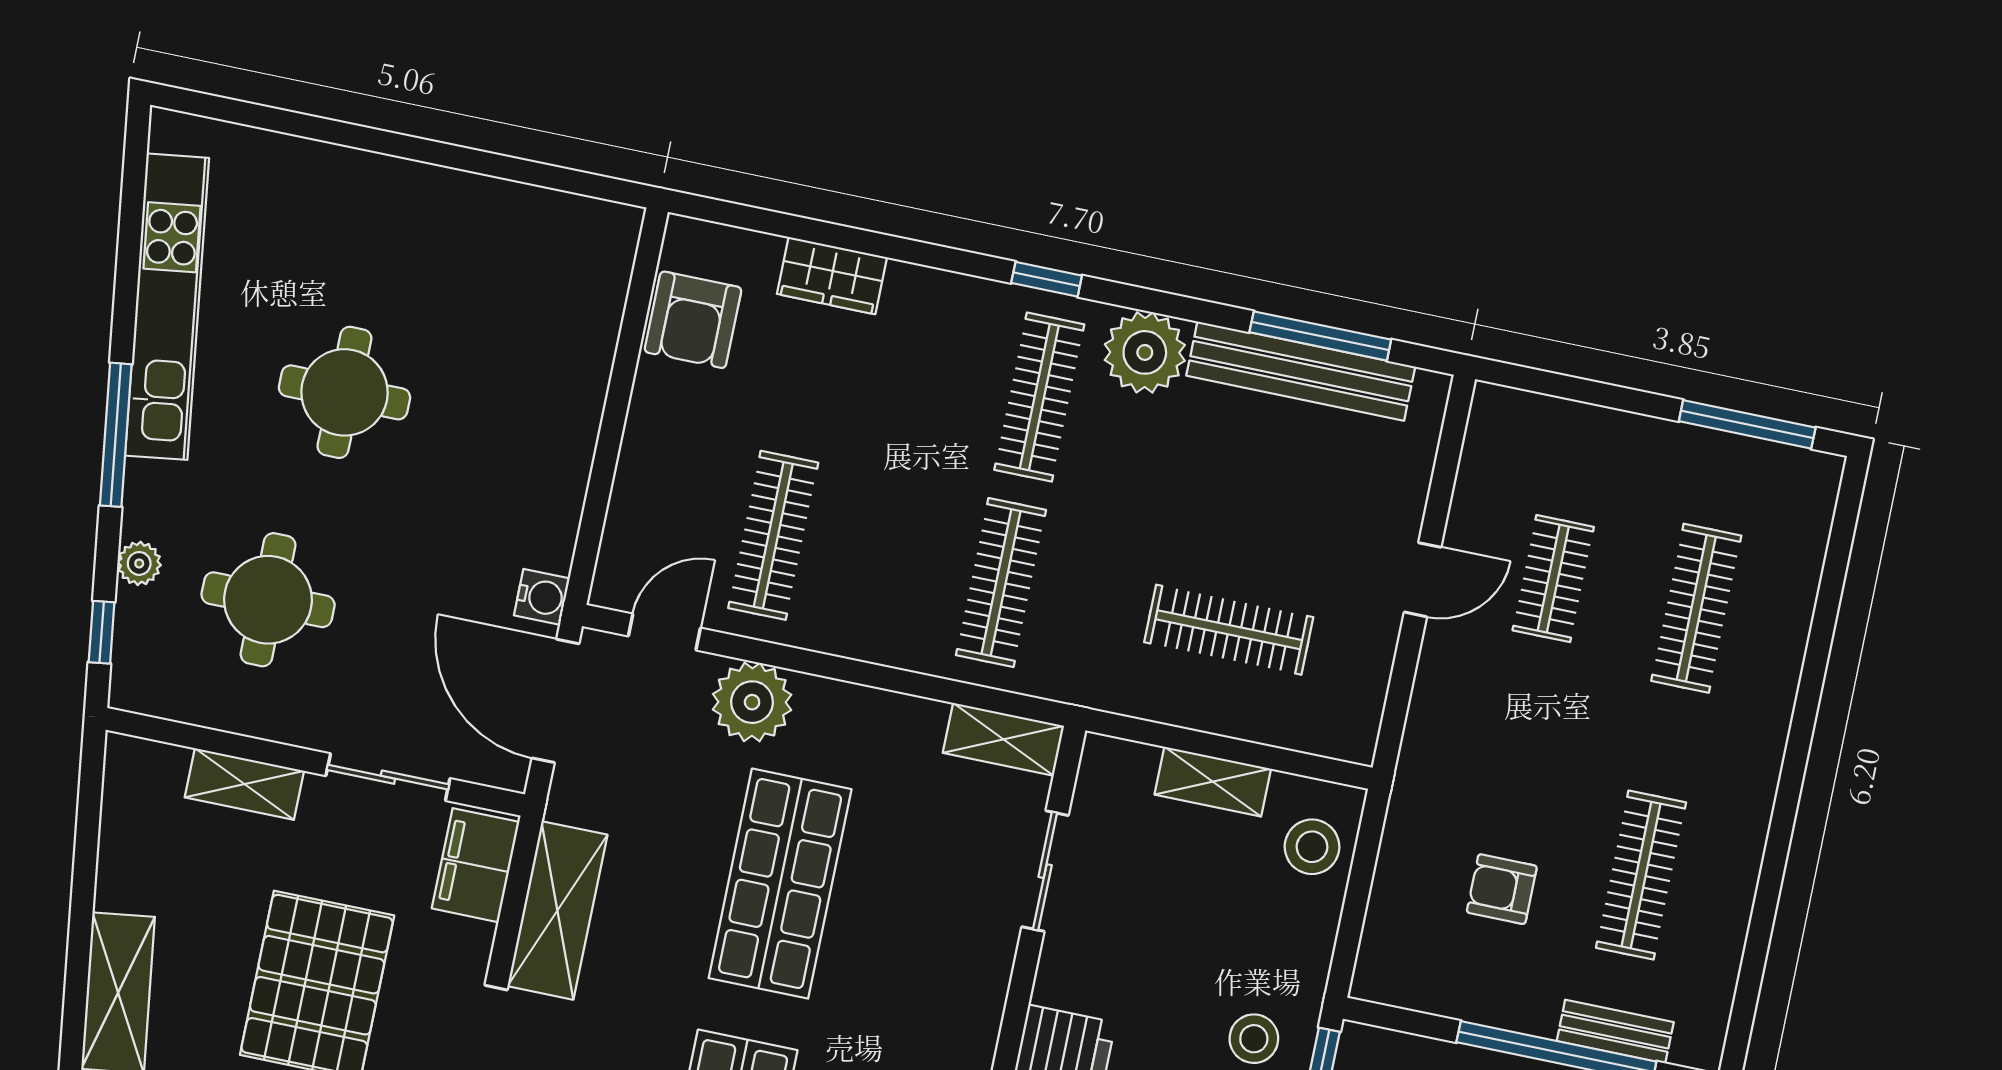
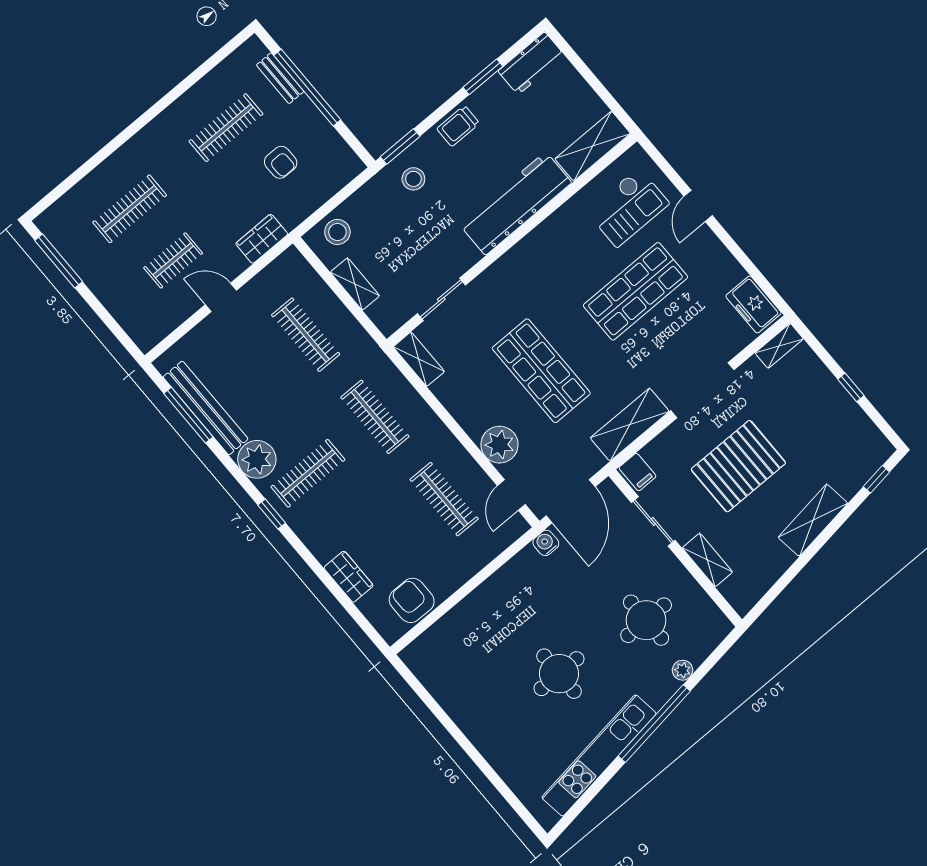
armchair: (693, 320) -> (412, 600), turned -90
window: (116, 435) -> (654, 724), width x1.46
clothes rail: (773, 535) -> (444, 499), turned 90
clothes rail: (1001, 582) -> (375, 417), turned 90
window: (102, 632) -> (716, 656), removed
door: (664, 632) -> (511, 495), hinge flipped
wardrobe: (1432, 734) -> (262, 239), added
filing cabinet: (476, 865) -> (637, 472), width x0.50
shop shelf: (780, 884) -> (541, 371), turned 90

